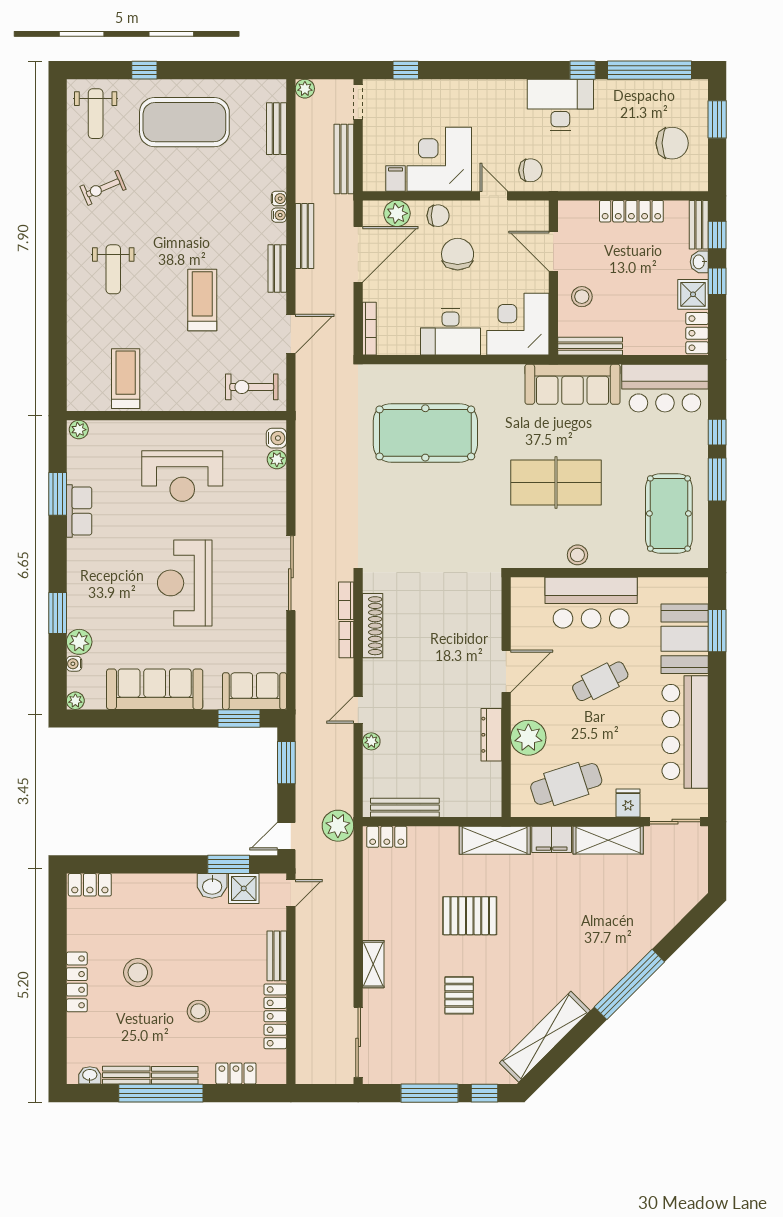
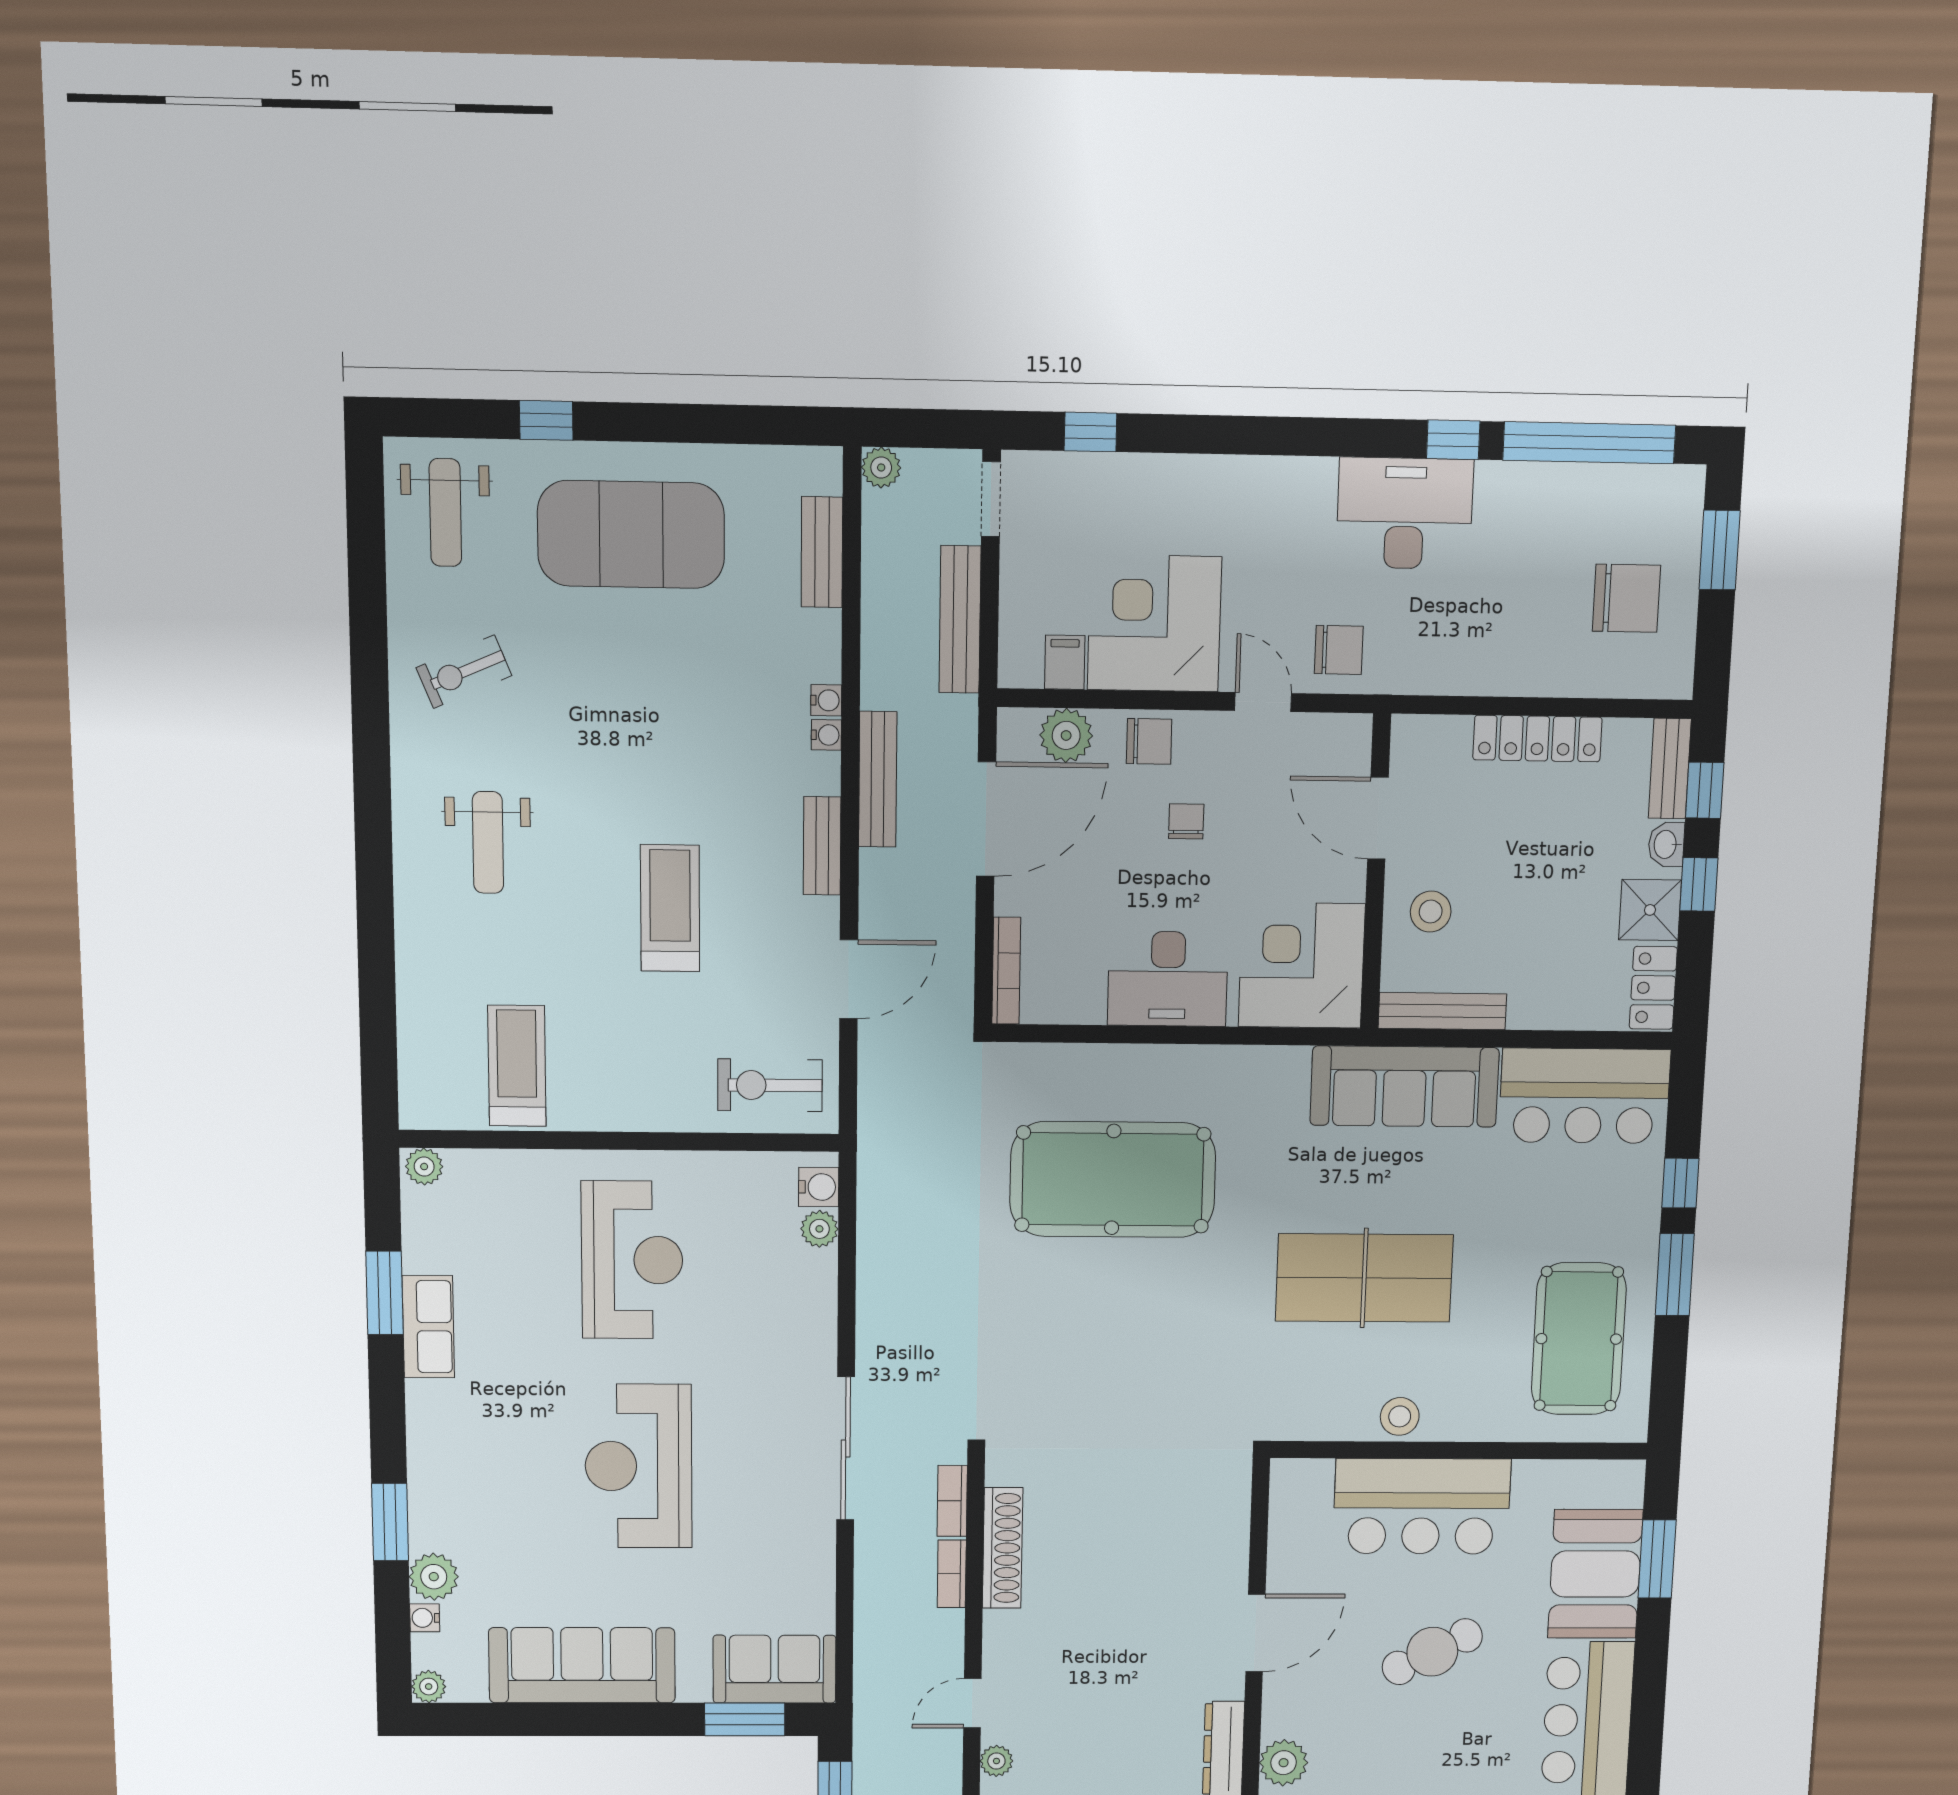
chair: (458, 254) -> (1186, 821), width x0.54, depth x0.54
reception desk: (182, 476) -> (632, 1260), turned -90
plant: (528, 738) -> (1284, 1763), width x0.73, depth x0.73

